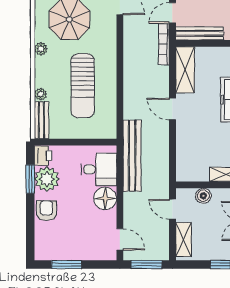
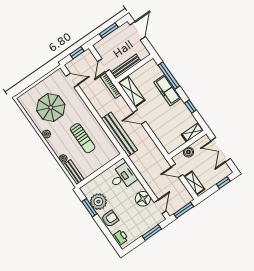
sun lounger: (83, 86) -> (83, 138), width x0.73, depth x0.75
printer: (43, 156) -> (120, 237), moved
bench: (132, 156) -> (119, 134), moved
floor lamp: (105, 198) -> (143, 199), moved
armchair: (46, 211) -> (110, 219), turned 90
door: (120, 239) -> (160, 207), hinge flipped
window: (67, 265) -> (152, 233), moved

